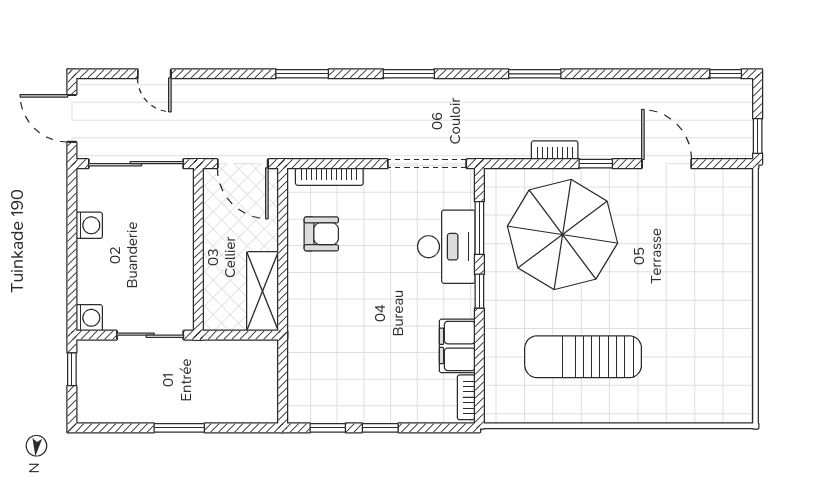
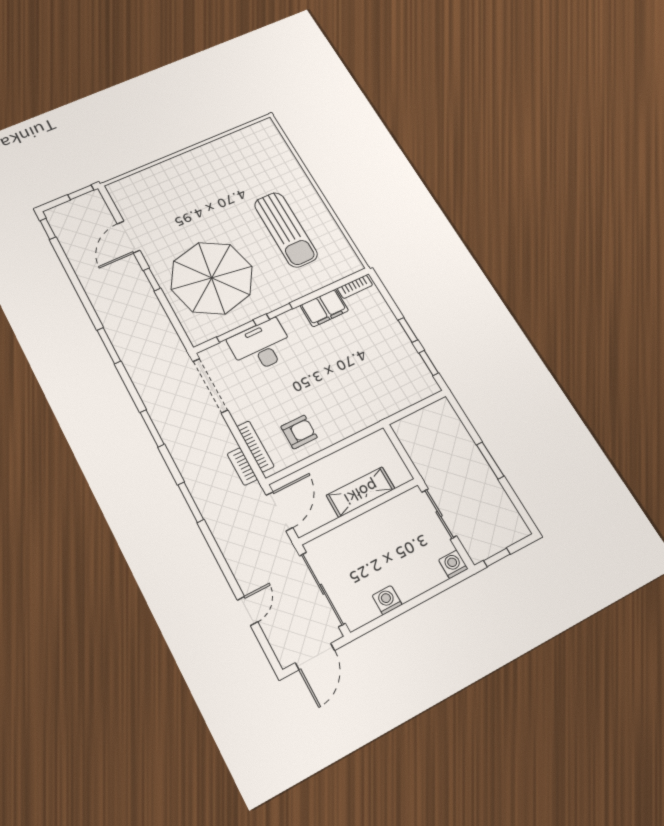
bookcase: (555, 150) -> (242, 467), moved
armchair: (321, 234) -> (299, 432), turned 90
shelving: (263, 291) -> (361, 492), moved

